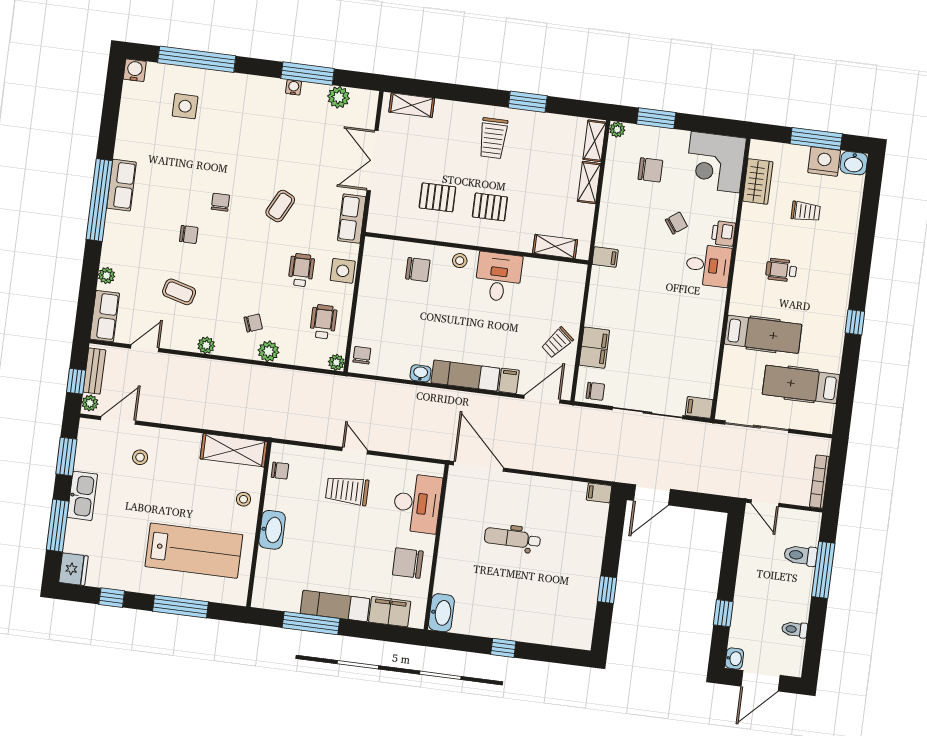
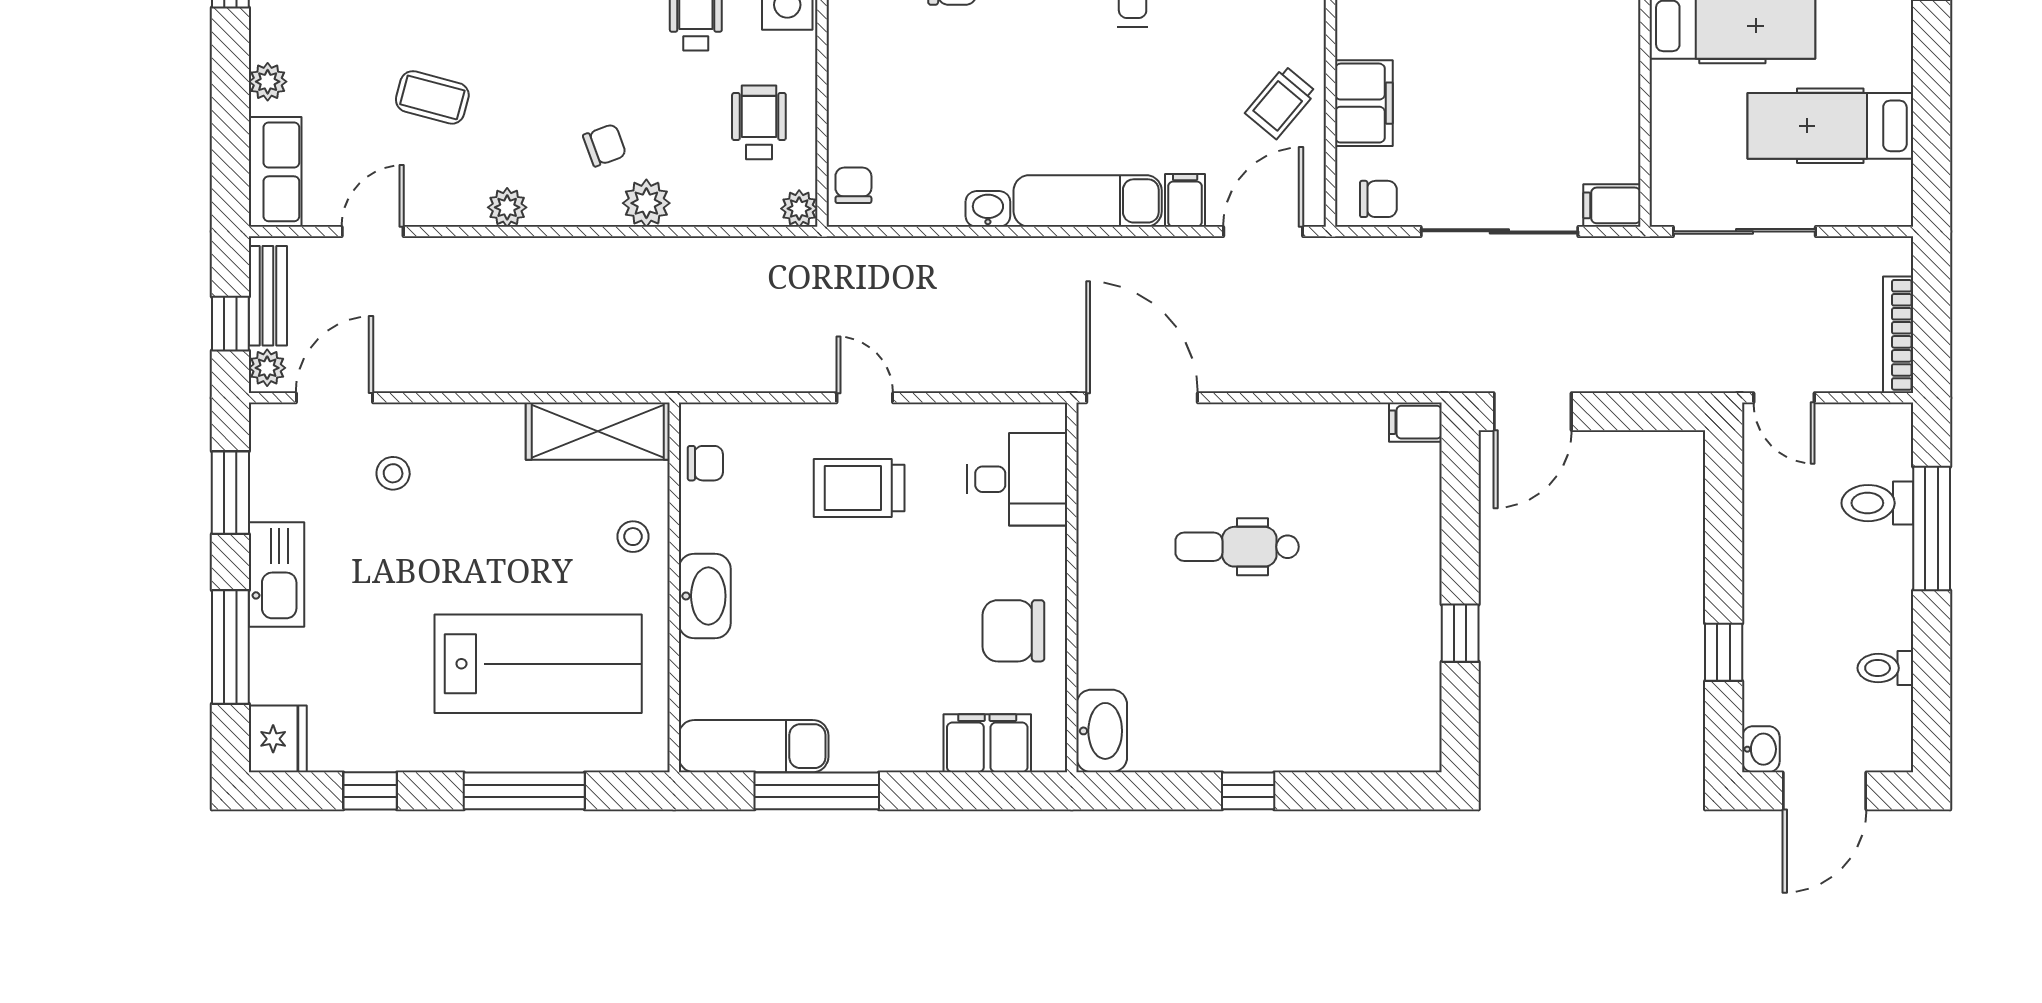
desk: (417, 503) -> (1017, 479), width x0.73
exam couch: (335, 606) -> (754, 746), moved

